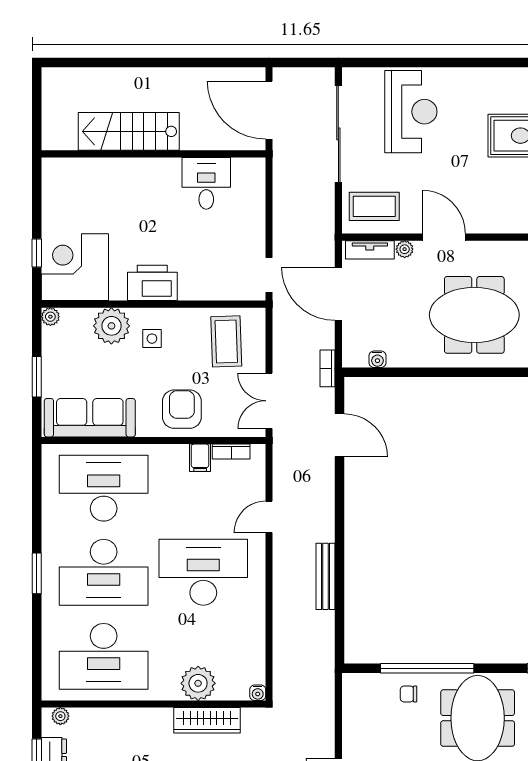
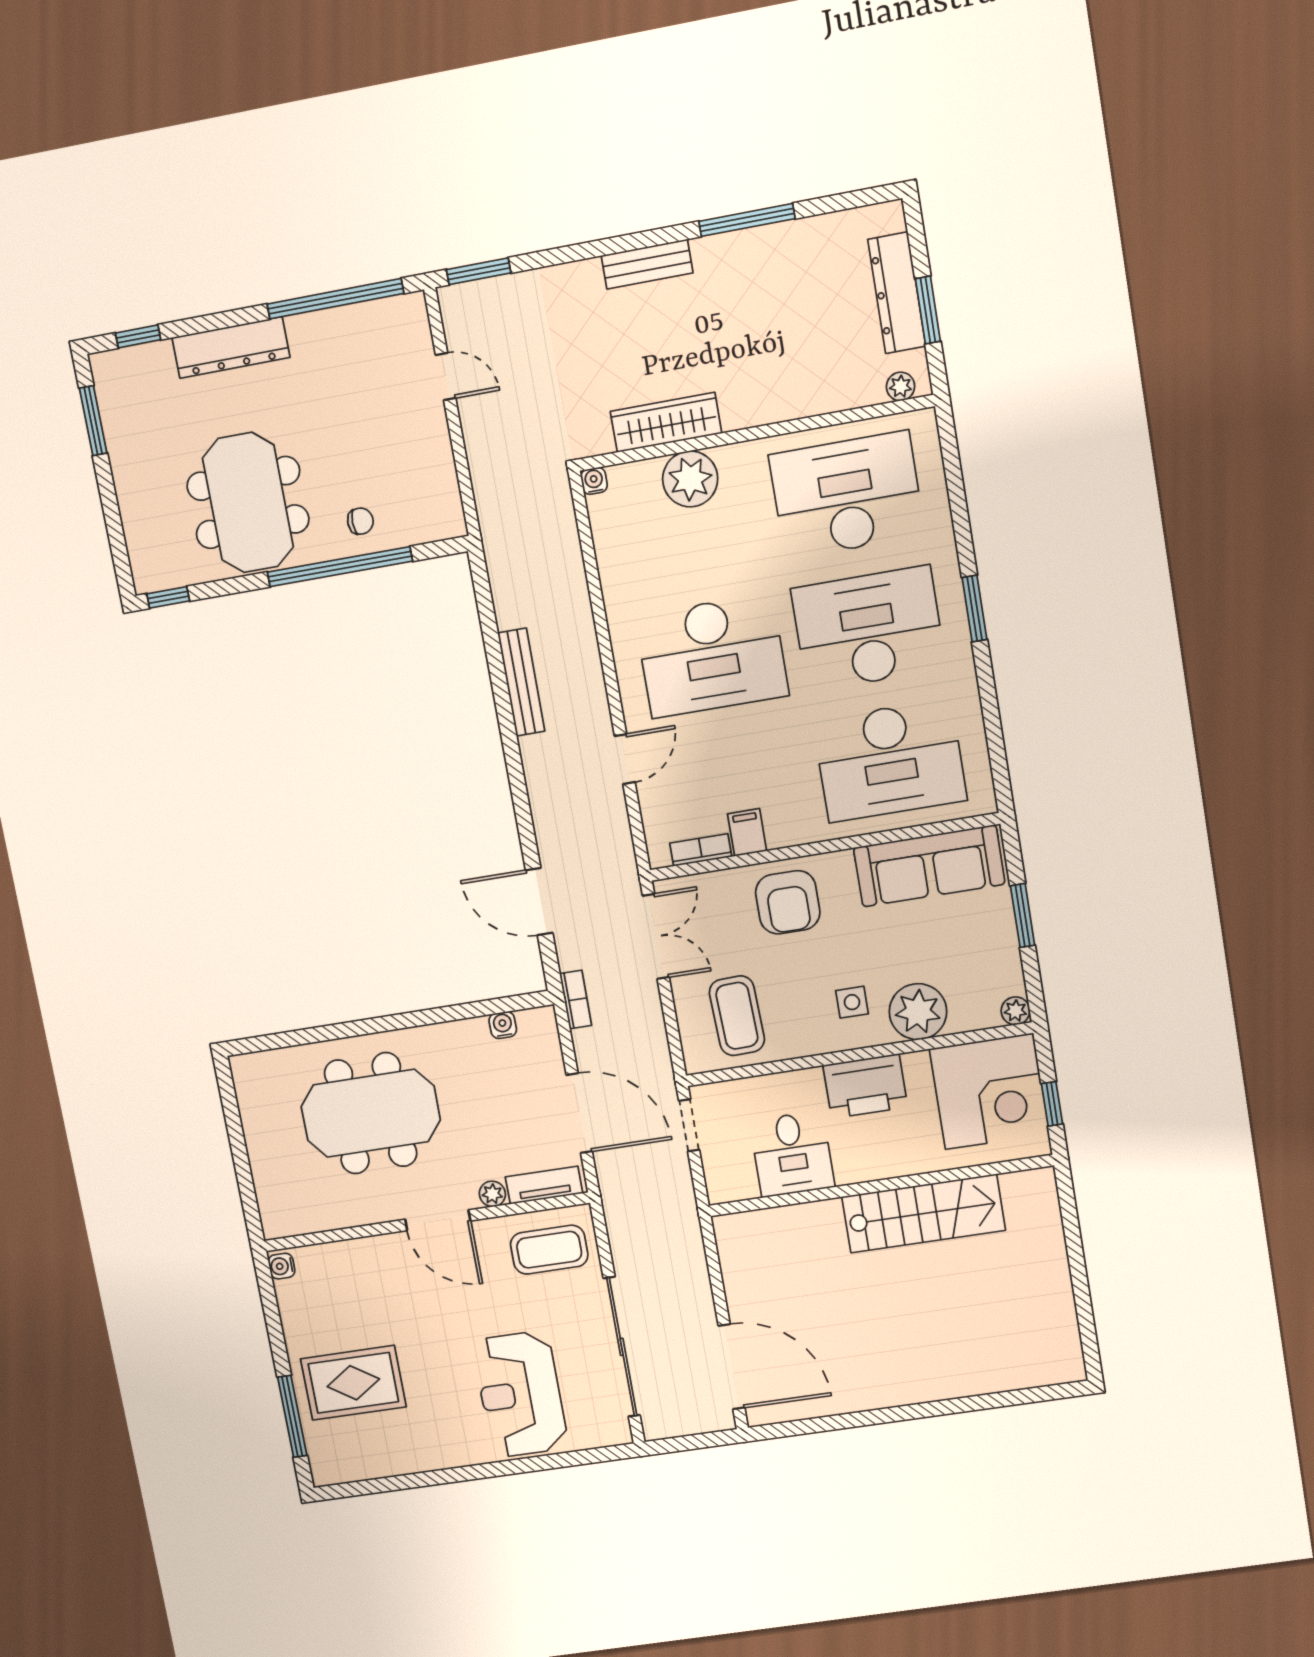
stairs: (129, 131) -> (923, 1213), moved
wall: (153, 154) -> (880, 1186), moved
desk: (206, 183) -> (792, 1154), moved

